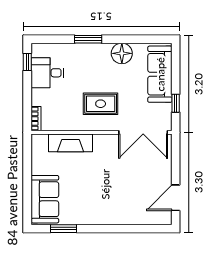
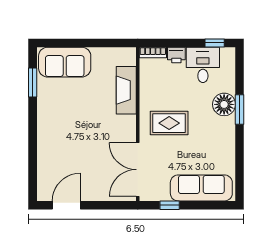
floor lamp: (122, 53) -> (224, 104), moved
printer: (38, 97) -> (176, 55), added
rug: (101, 104) -> (169, 123), turned 90
door: (176, 198) -> (66, 205), hinge flipped

